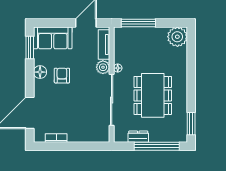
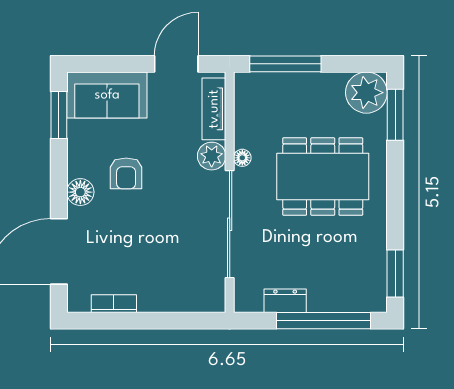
window: (191, 47) -> (395, 115), added
floor lamp: (40, 72) -> (80, 192), moved
armchair: (62, 76) -> (126, 173), turned 180
dining table: (153, 95) -> (323, 177), moved, turned 90

